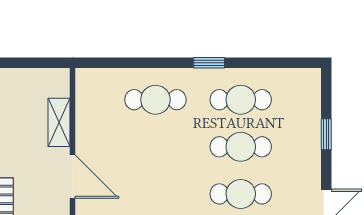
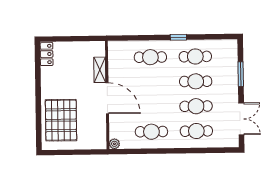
window: (326, 134) -> (241, 74), width x1.50
door: (72, 177) -> (107, 98), width x1.36

